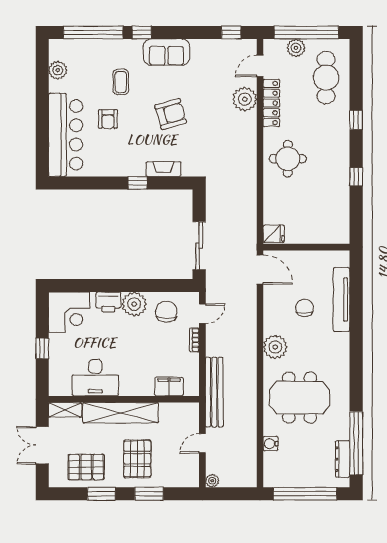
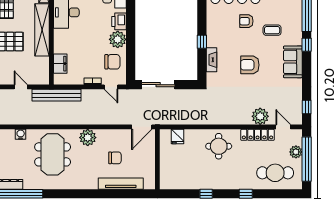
armchair: (171, 114) -> (250, 65), turned 106
fridge: (274, 234) -> (177, 136), moved

